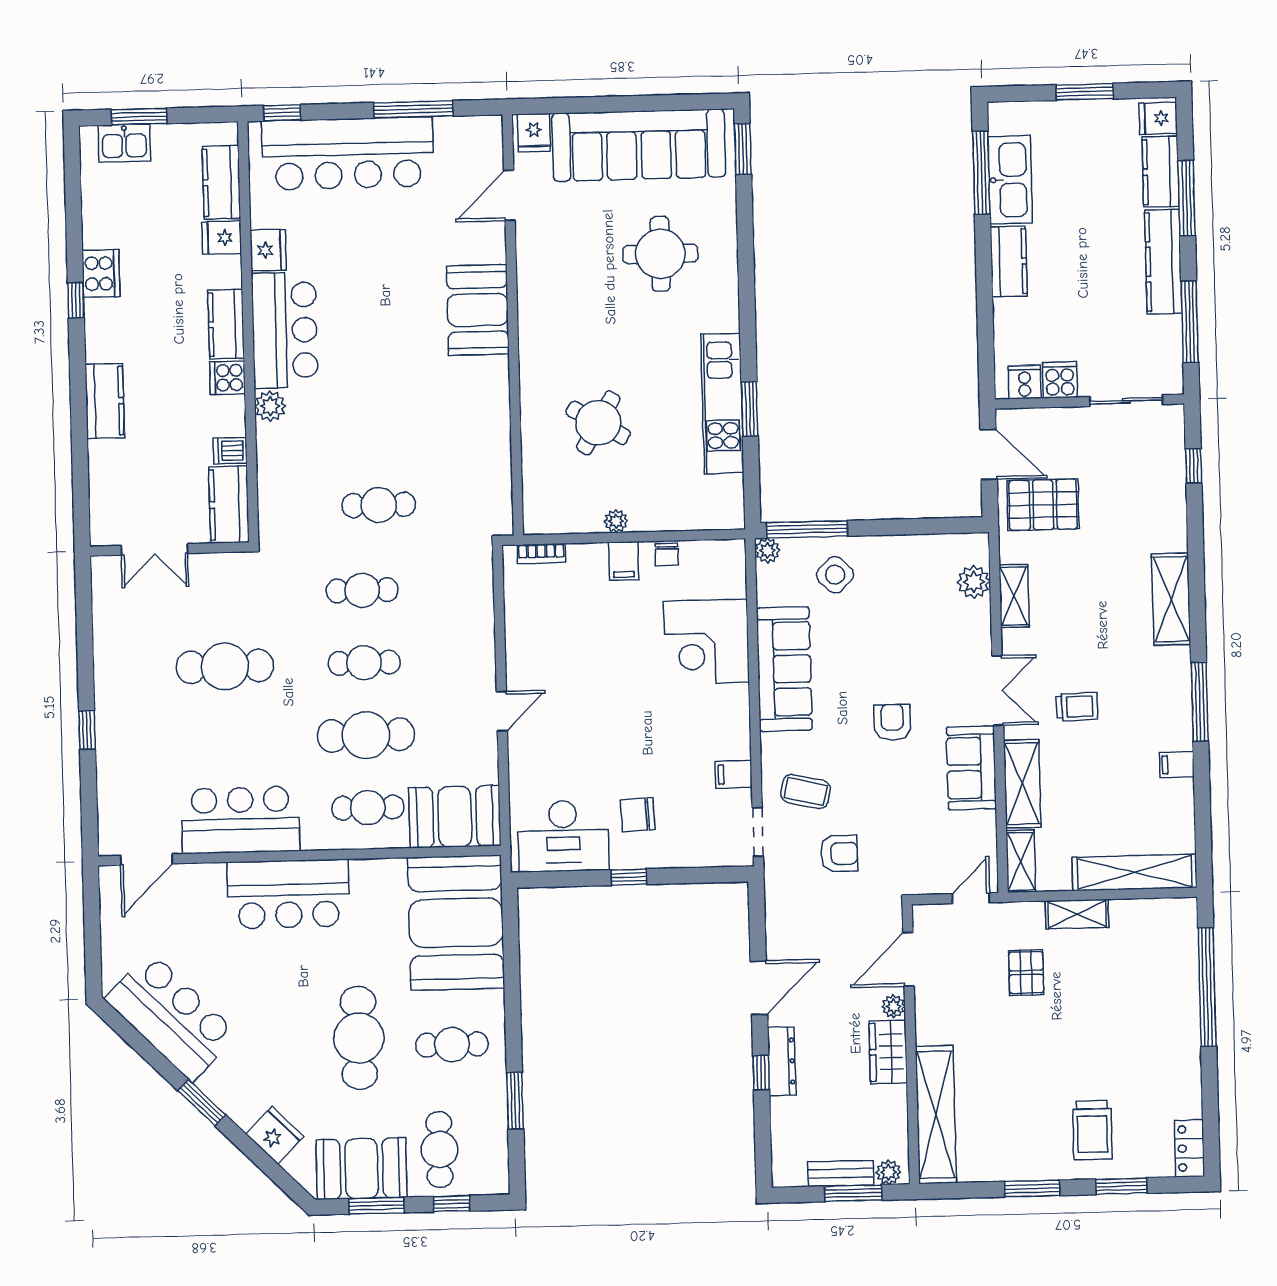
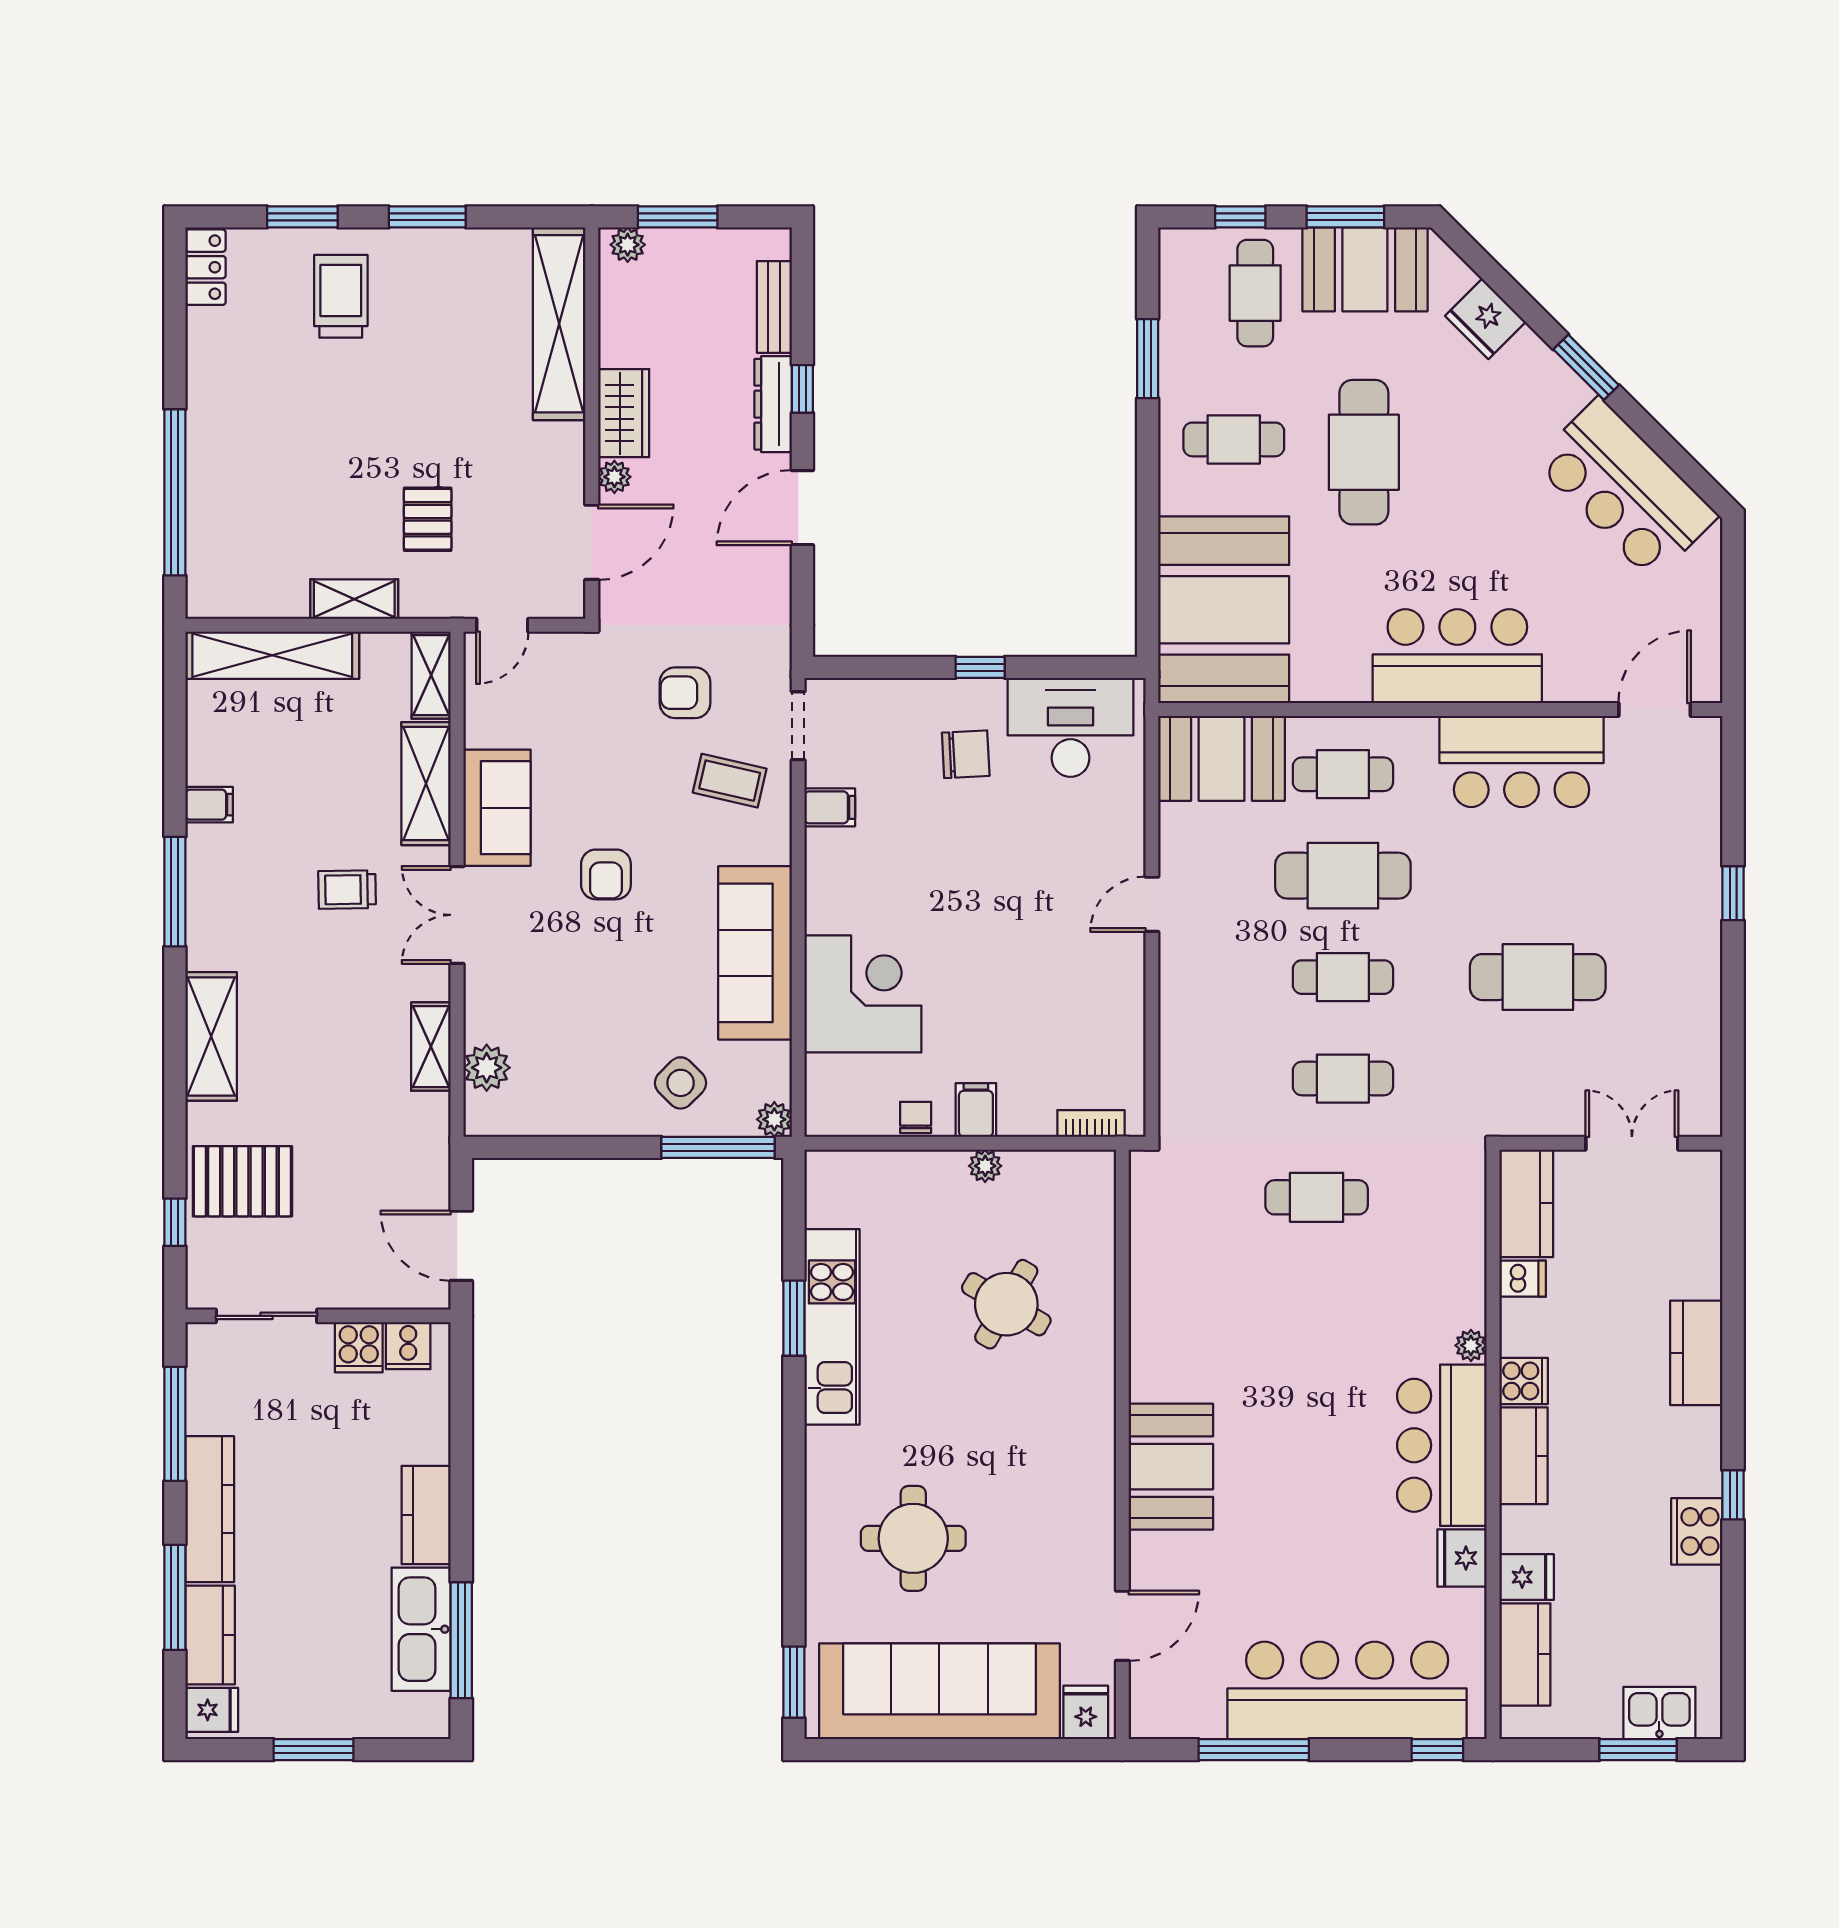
plant: (270, 406) -> (1471, 1345), width x0.73, depth x0.73
pallet: (1043, 505) -> (242, 1181), moved
bench: (841, 1173) -> (774, 307), moved, turned 90

